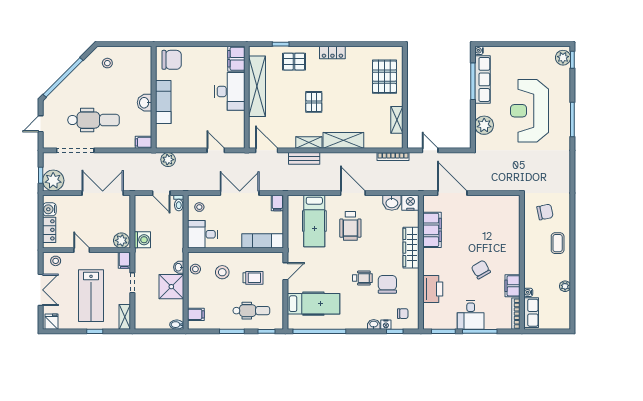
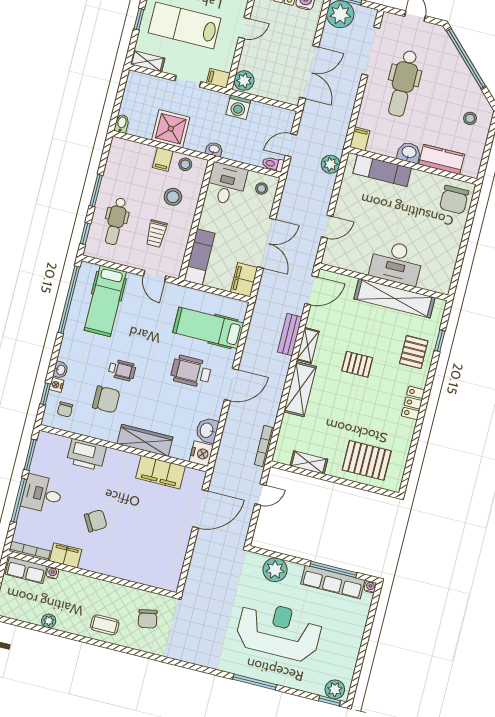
filing cabinet: (236, 59) -> (435, 281), removed
kitchen counter: (144, 77) -> (442, 159), added
exam couch: (163, 102) -> (382, 171), moved
filing cabinet: (277, 203) -> (244, 280), width x2.00
washbasin: (179, 267) -> (214, 149), moved
wheelchair: (362, 278) -> (122, 370), turned -90
filing cabinet: (196, 314) -> (163, 159), moved

